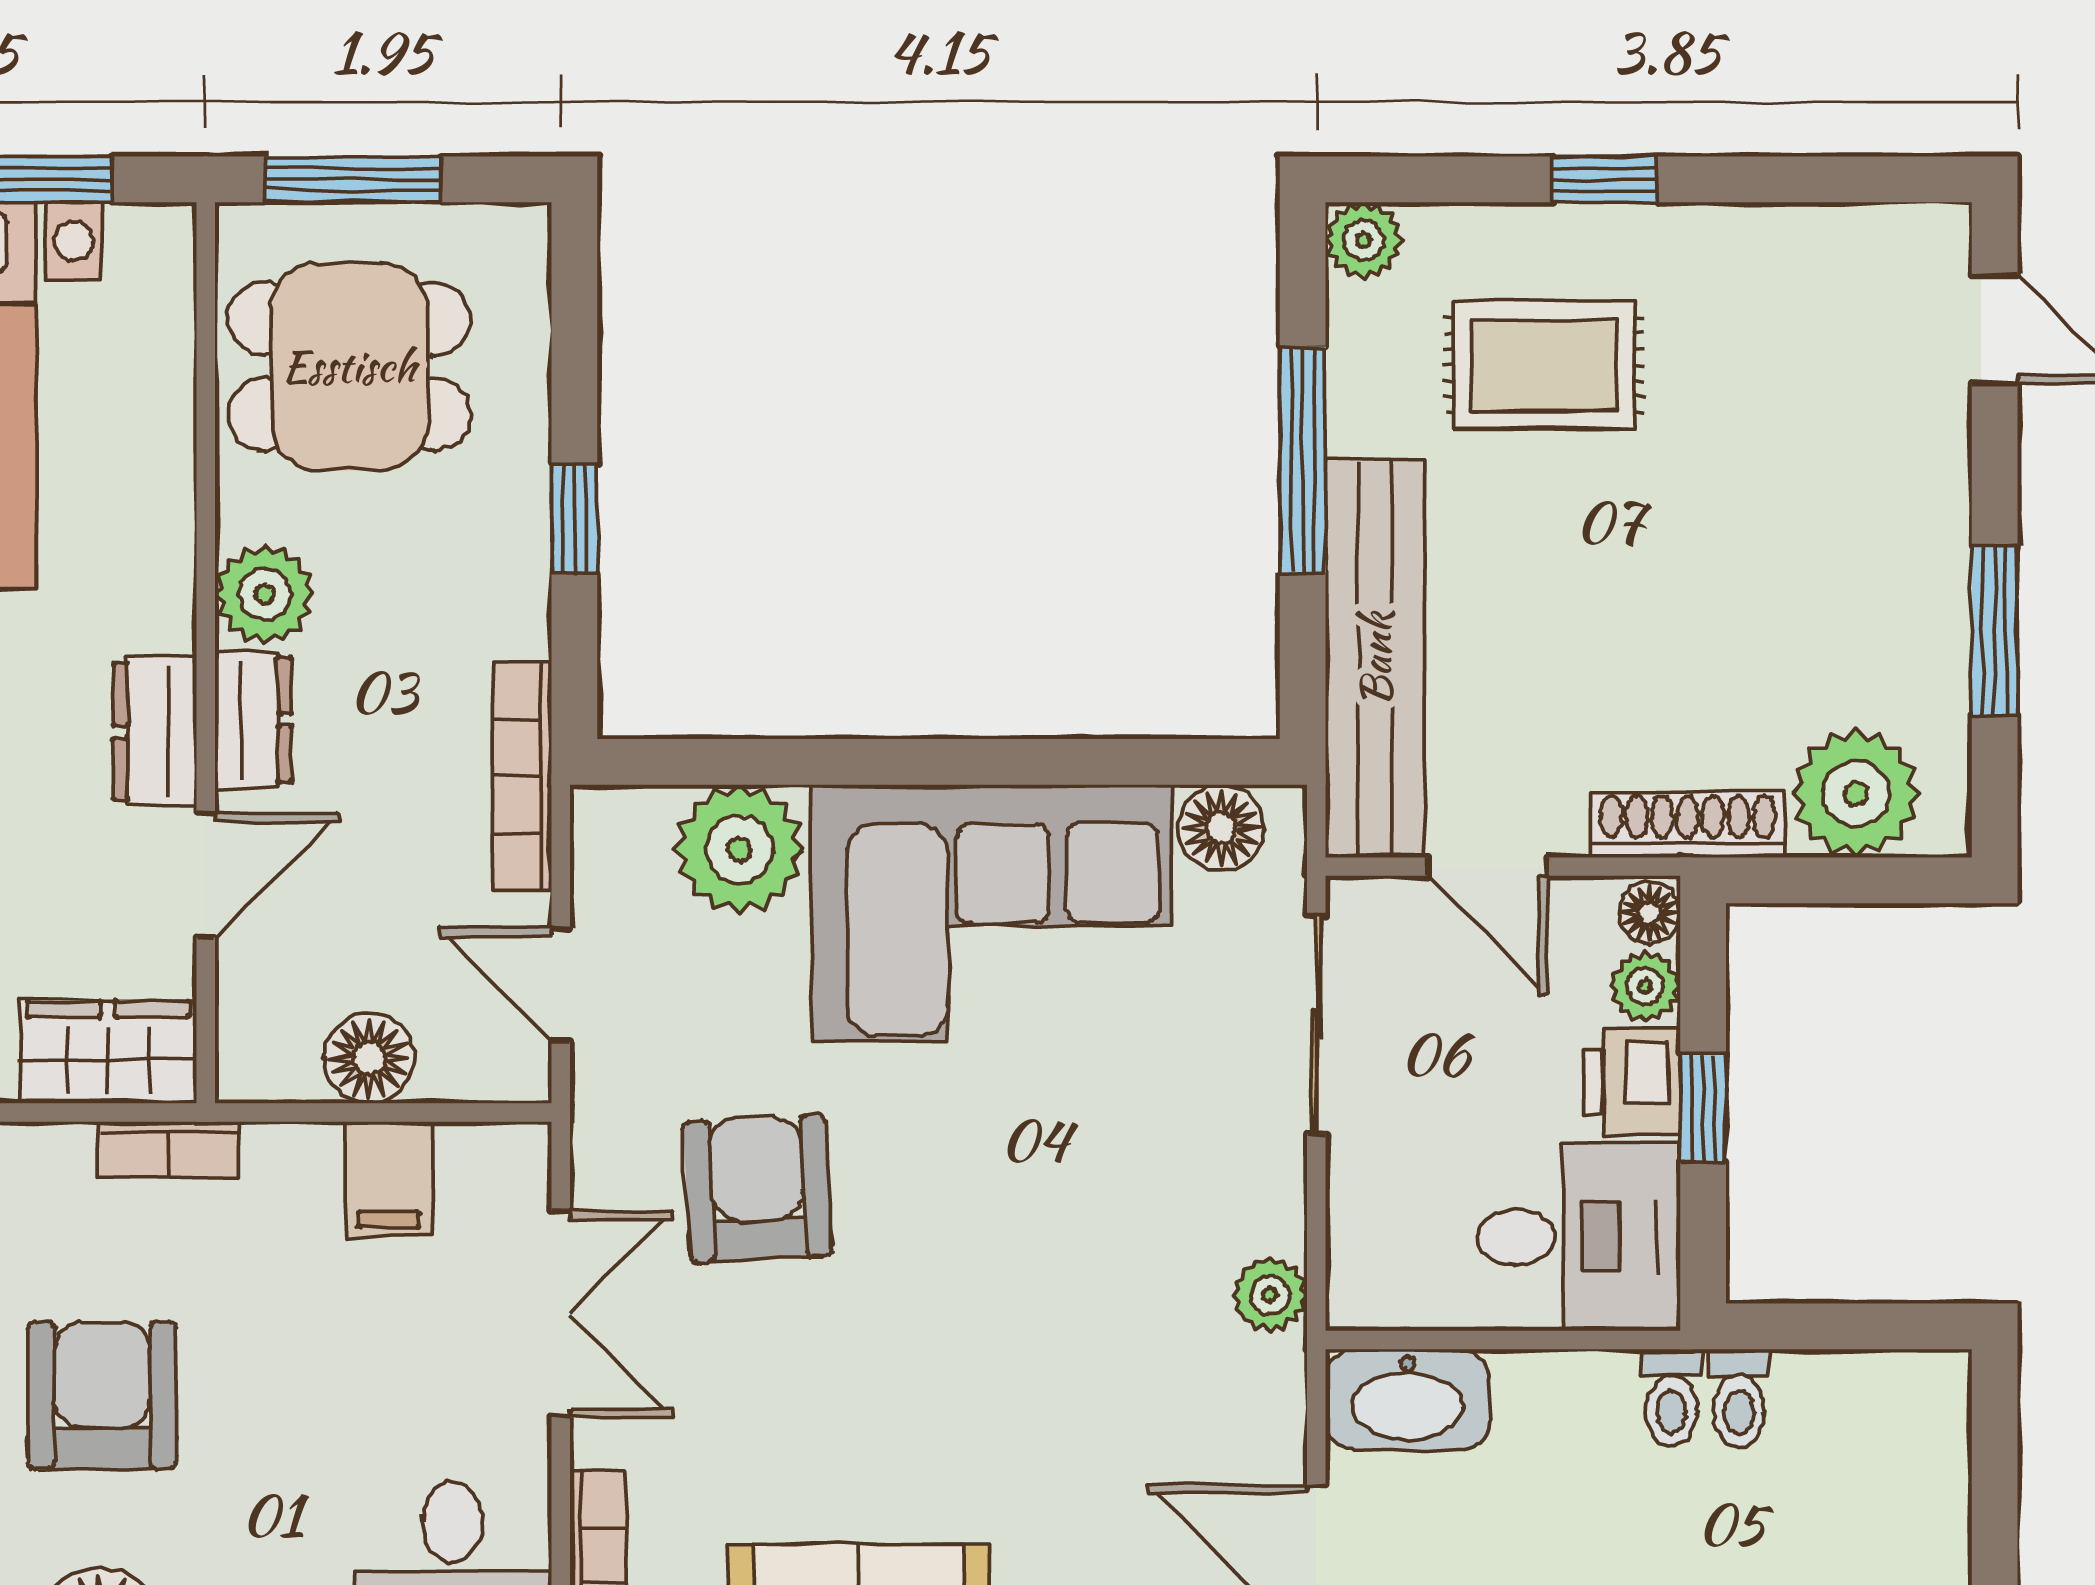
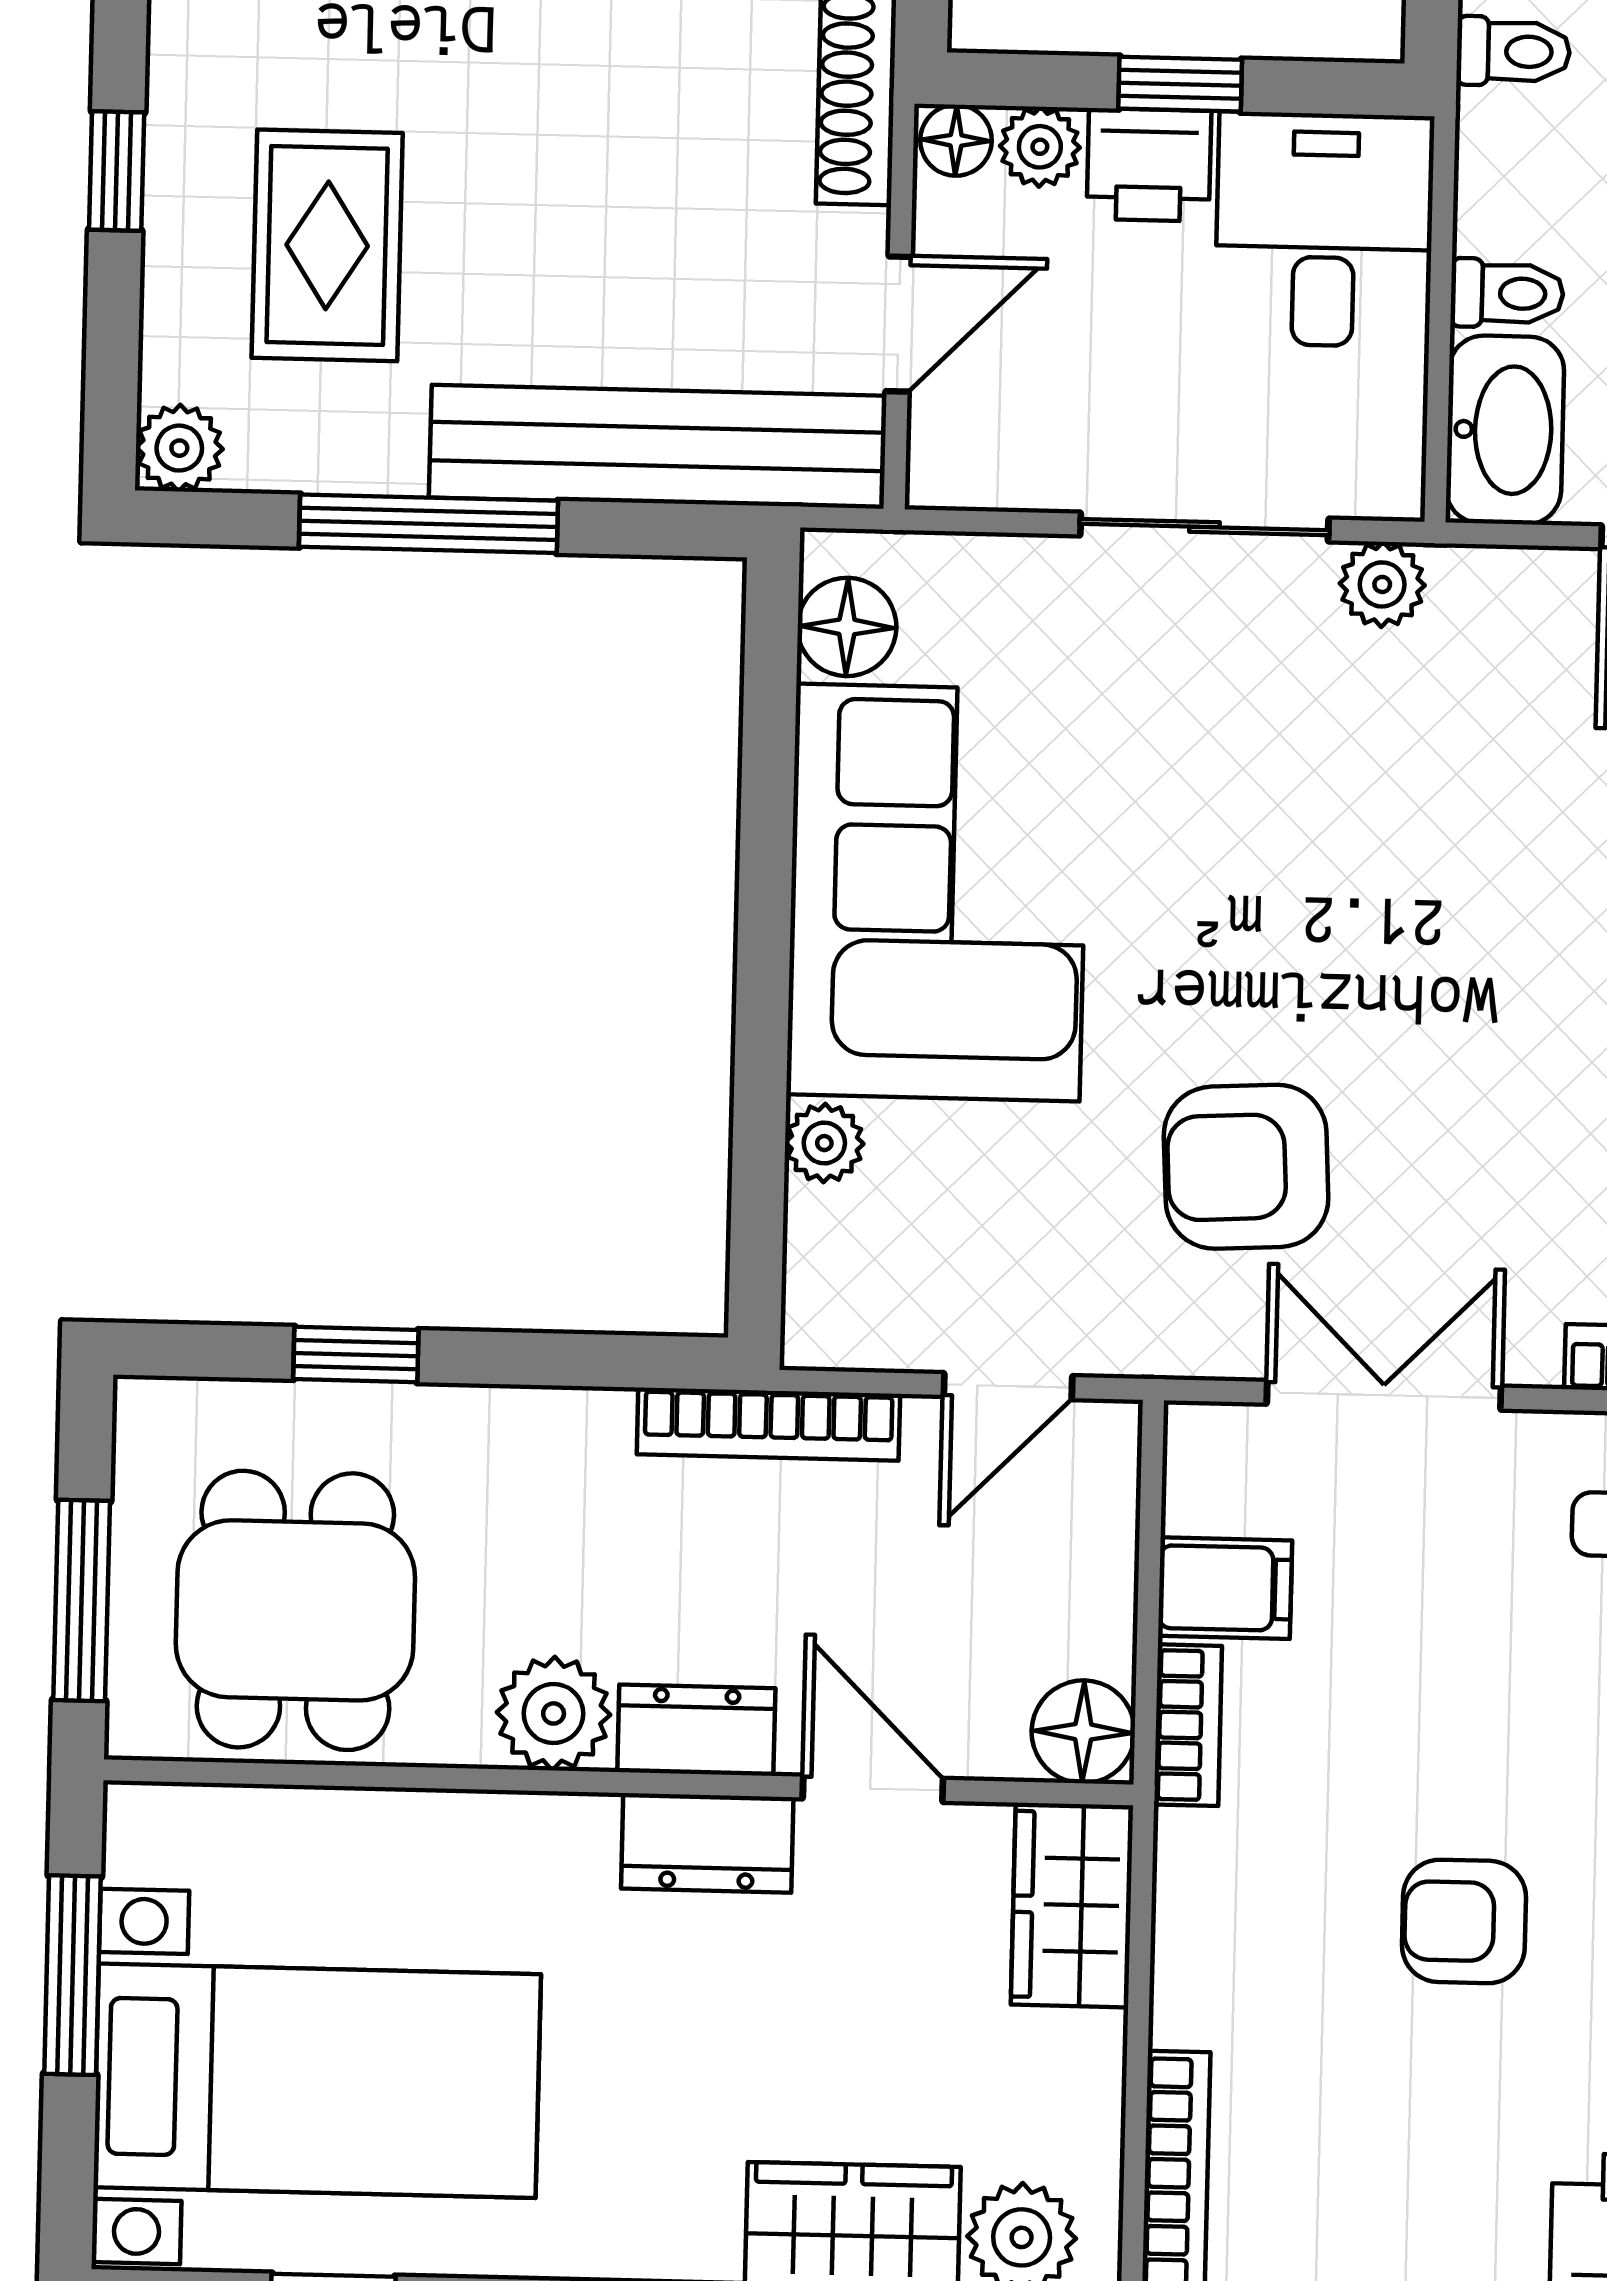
window: (574, 519) -> (356, 1354), moved
plant: (739, 849) -> (824, 1143), width x0.53, depth x0.53
sliding door: (1316, 1024) -> (1204, 527), moved
floor lamp: (369, 1058) -> (1083, 1732), moved
bookcase: (169, 1150) -> (1188, 1725), moved
armchair: (102, 1395) -> (1464, 1921), width x0.72, depth x0.72
toilet: (1671, 1398) -> (1507, 293), moved

